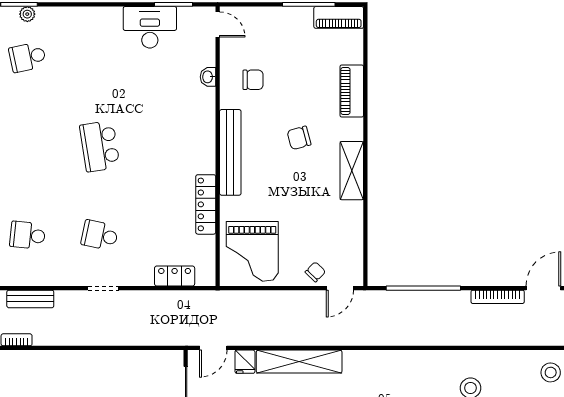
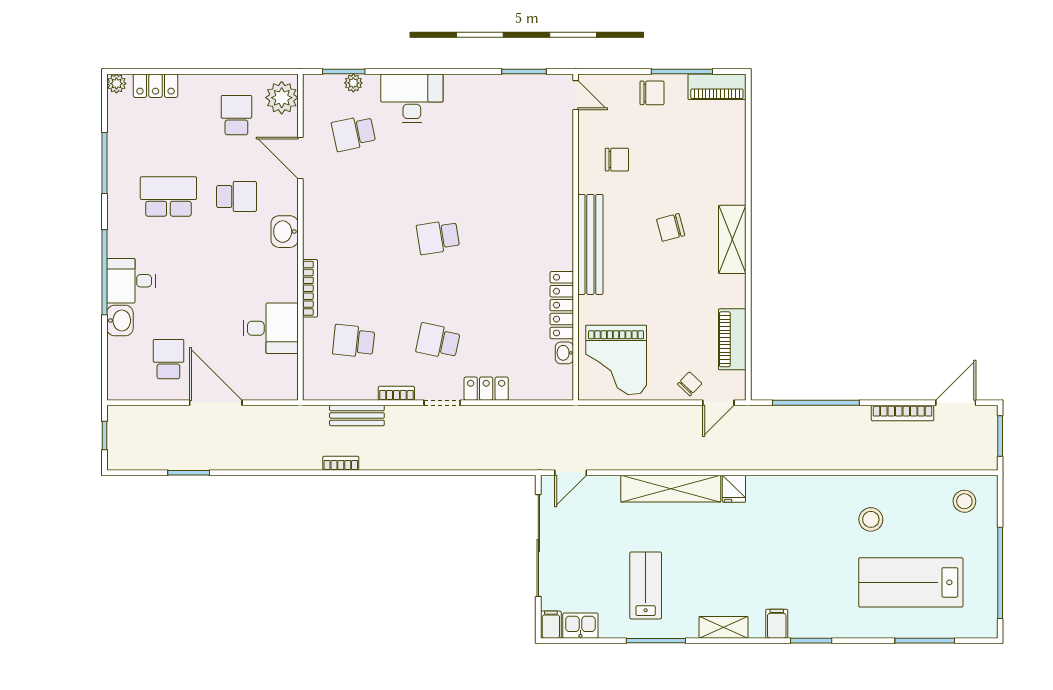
chair: (283, 23) -> (652, 93), added
desk: (150, 27) -> (412, 98), moved
washbasin: (208, 77) -> (564, 353), moved
piano: (352, 91) -> (732, 339), moved
school desk: (100, 146) -> (438, 237), width x0.54
shelving: (352, 171) -> (732, 239), moved
locker: (175, 276) -> (486, 389), moved
bookcase: (64, 280) -> (396, 393), added
fridge: (245, 362) -> (734, 489), moved

